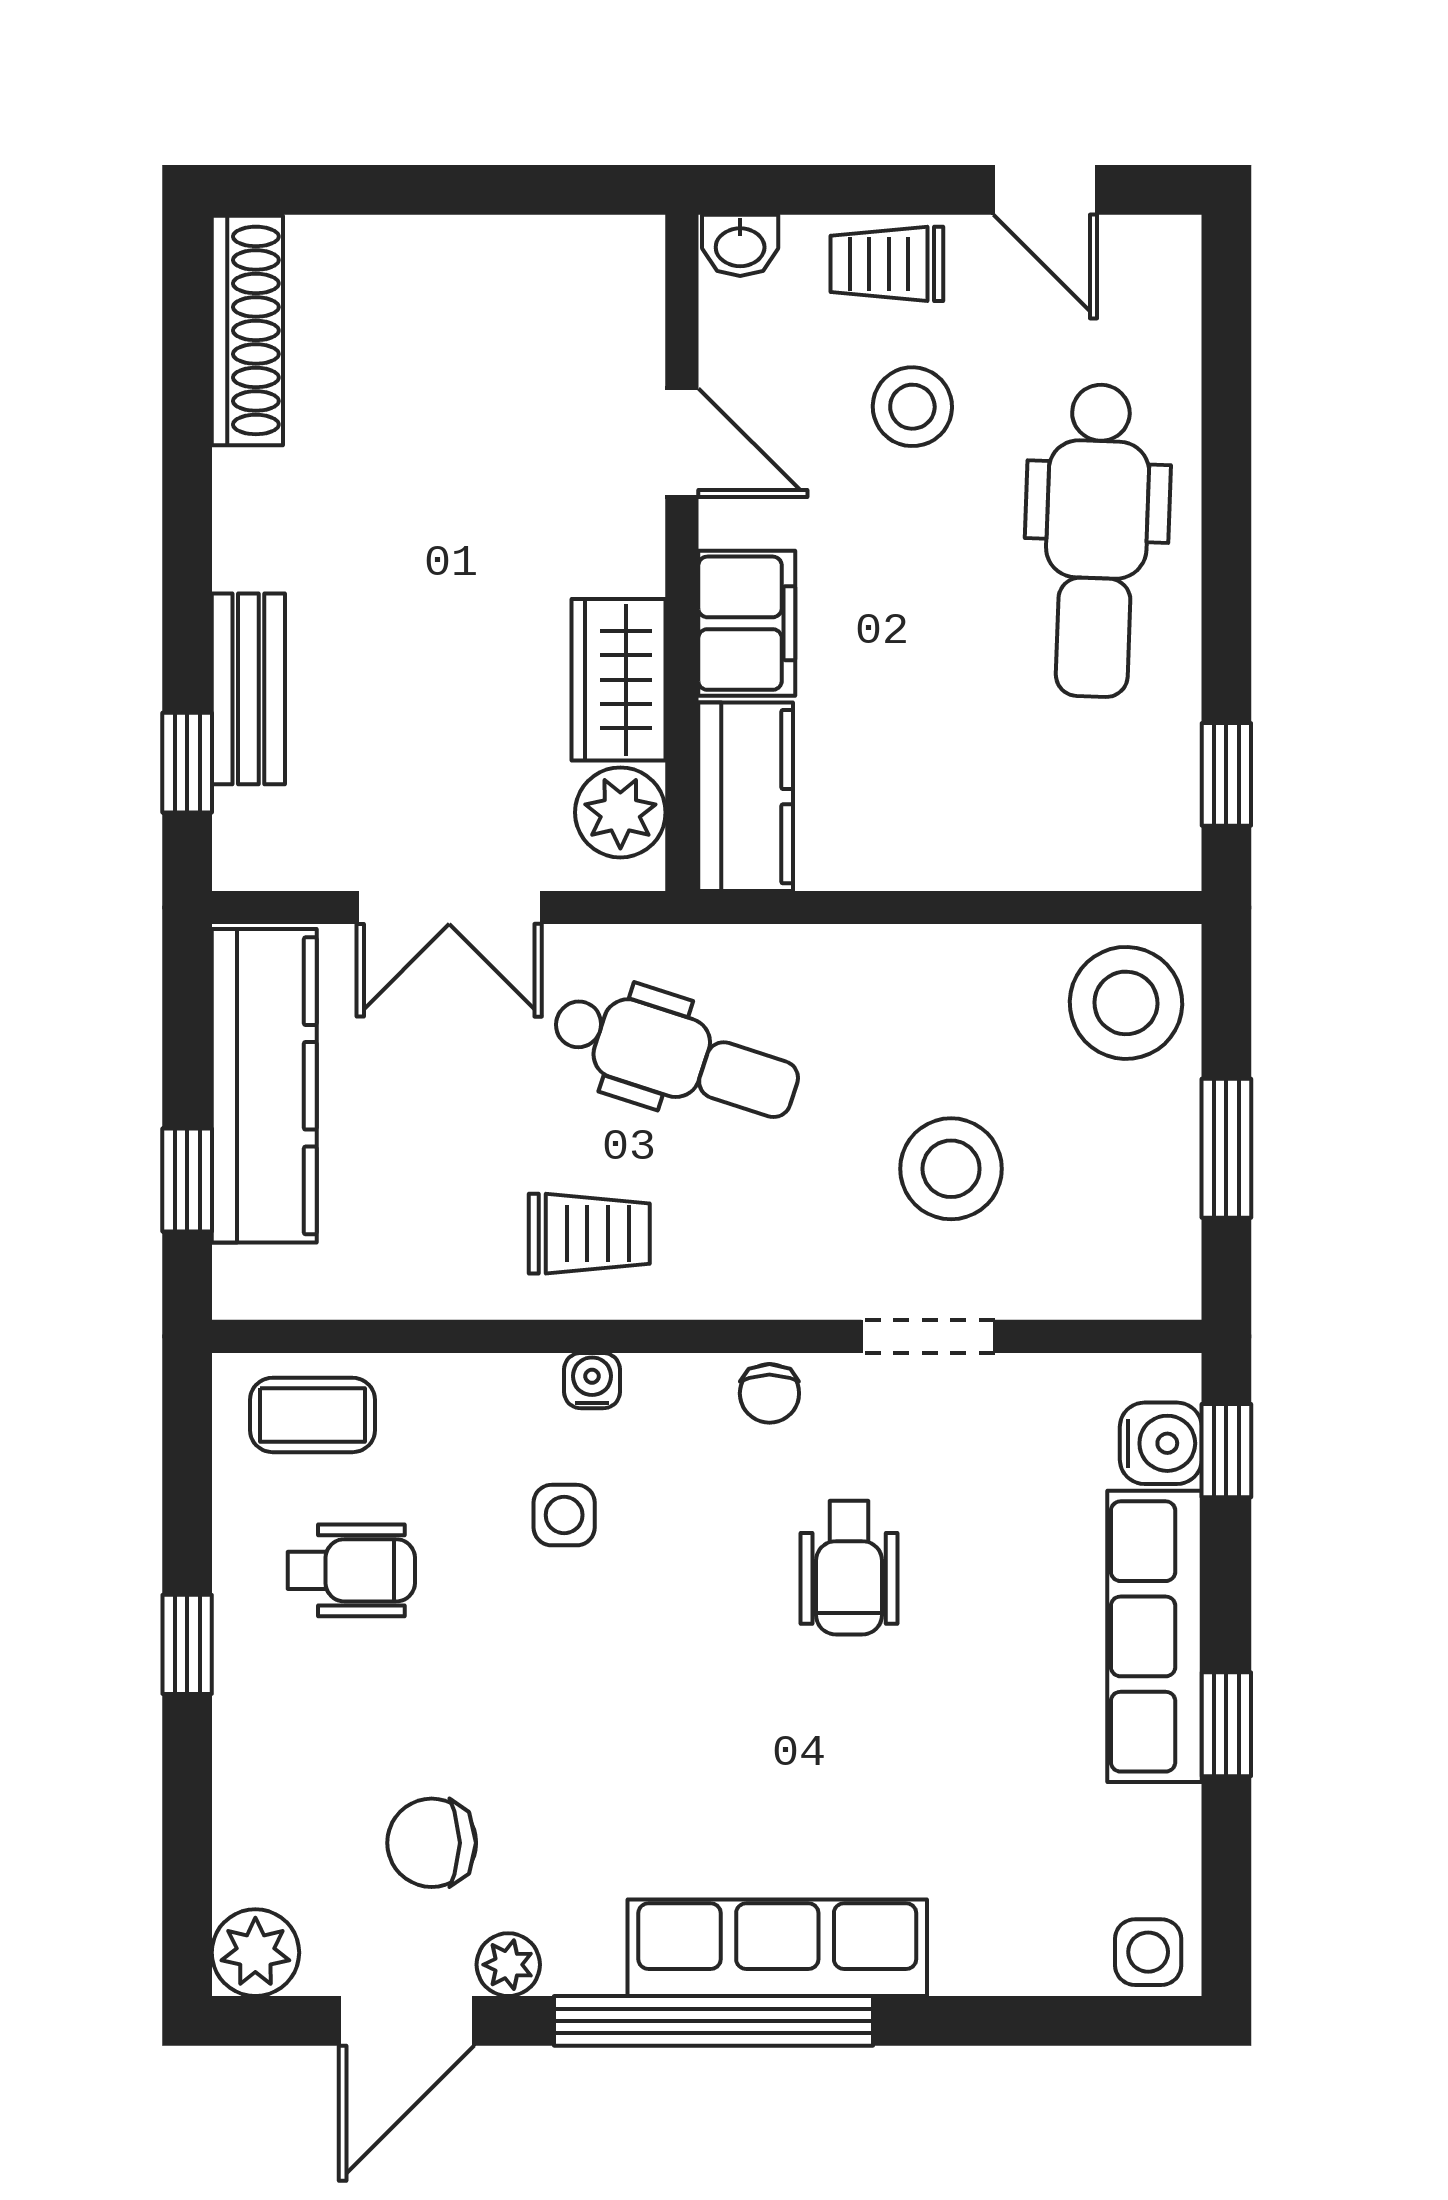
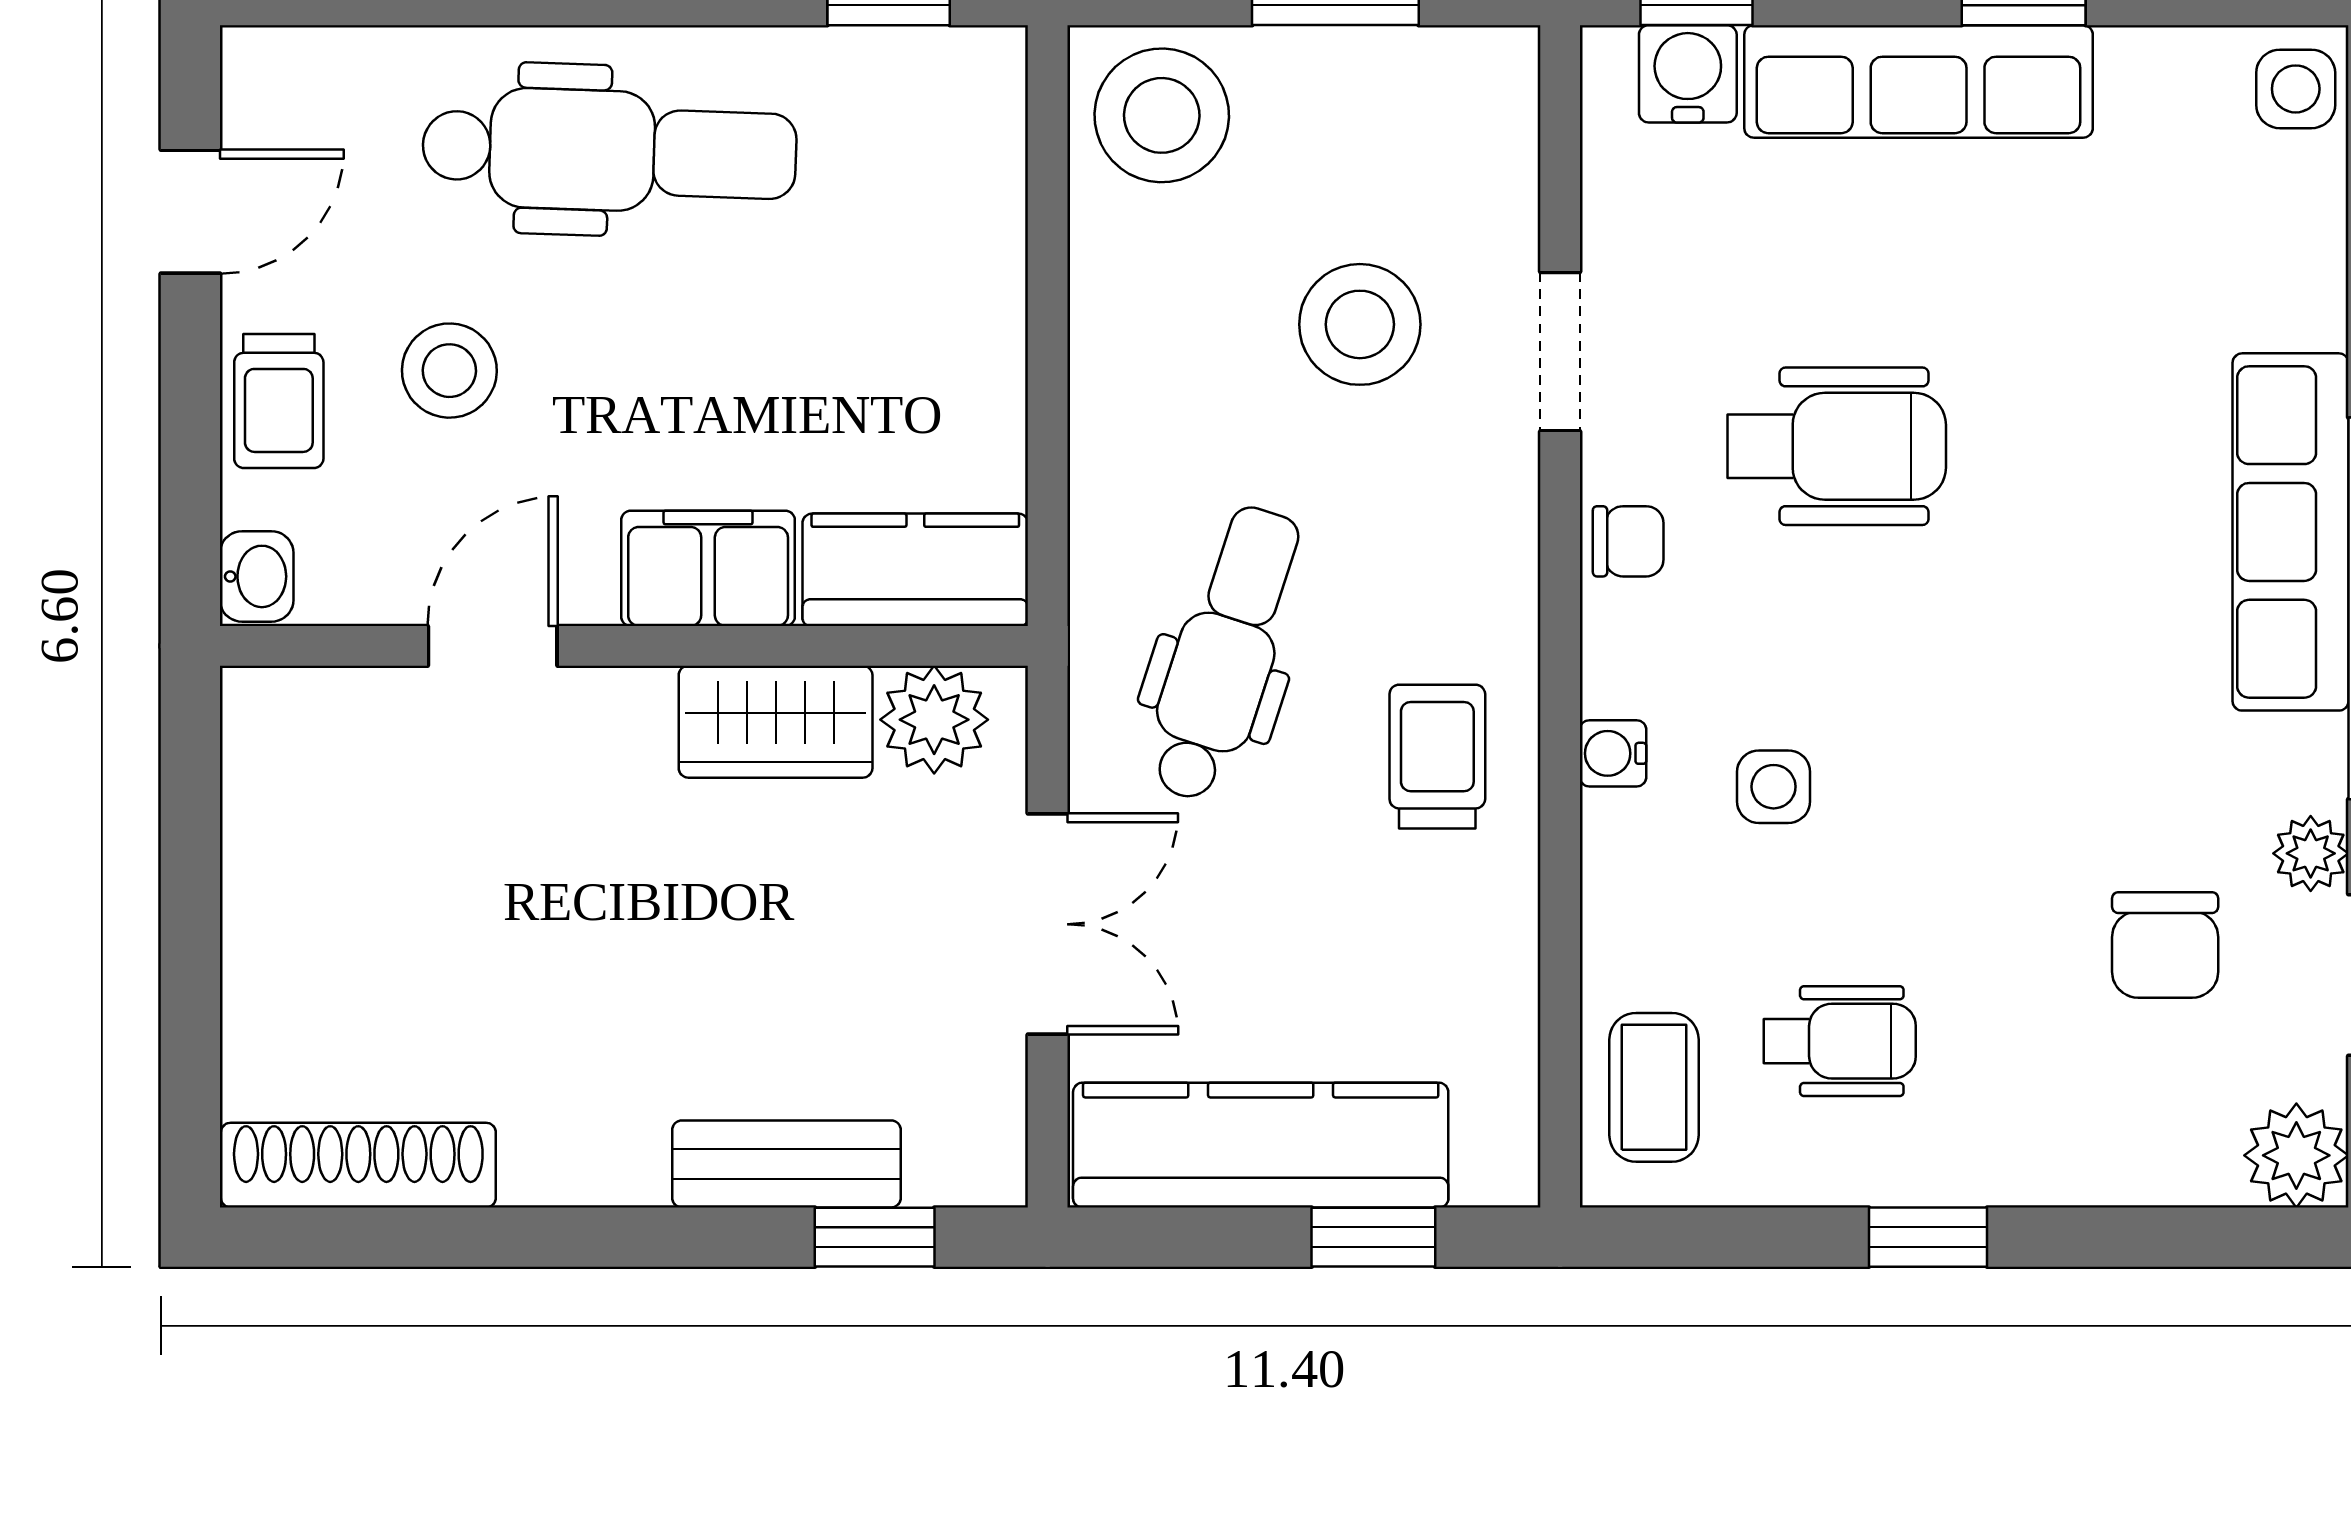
wheelchair: (849, 1568) -> (1837, 446), width x1.36, depth x1.37
wheelchair: (351, 1570) -> (1840, 1041), turned 90

